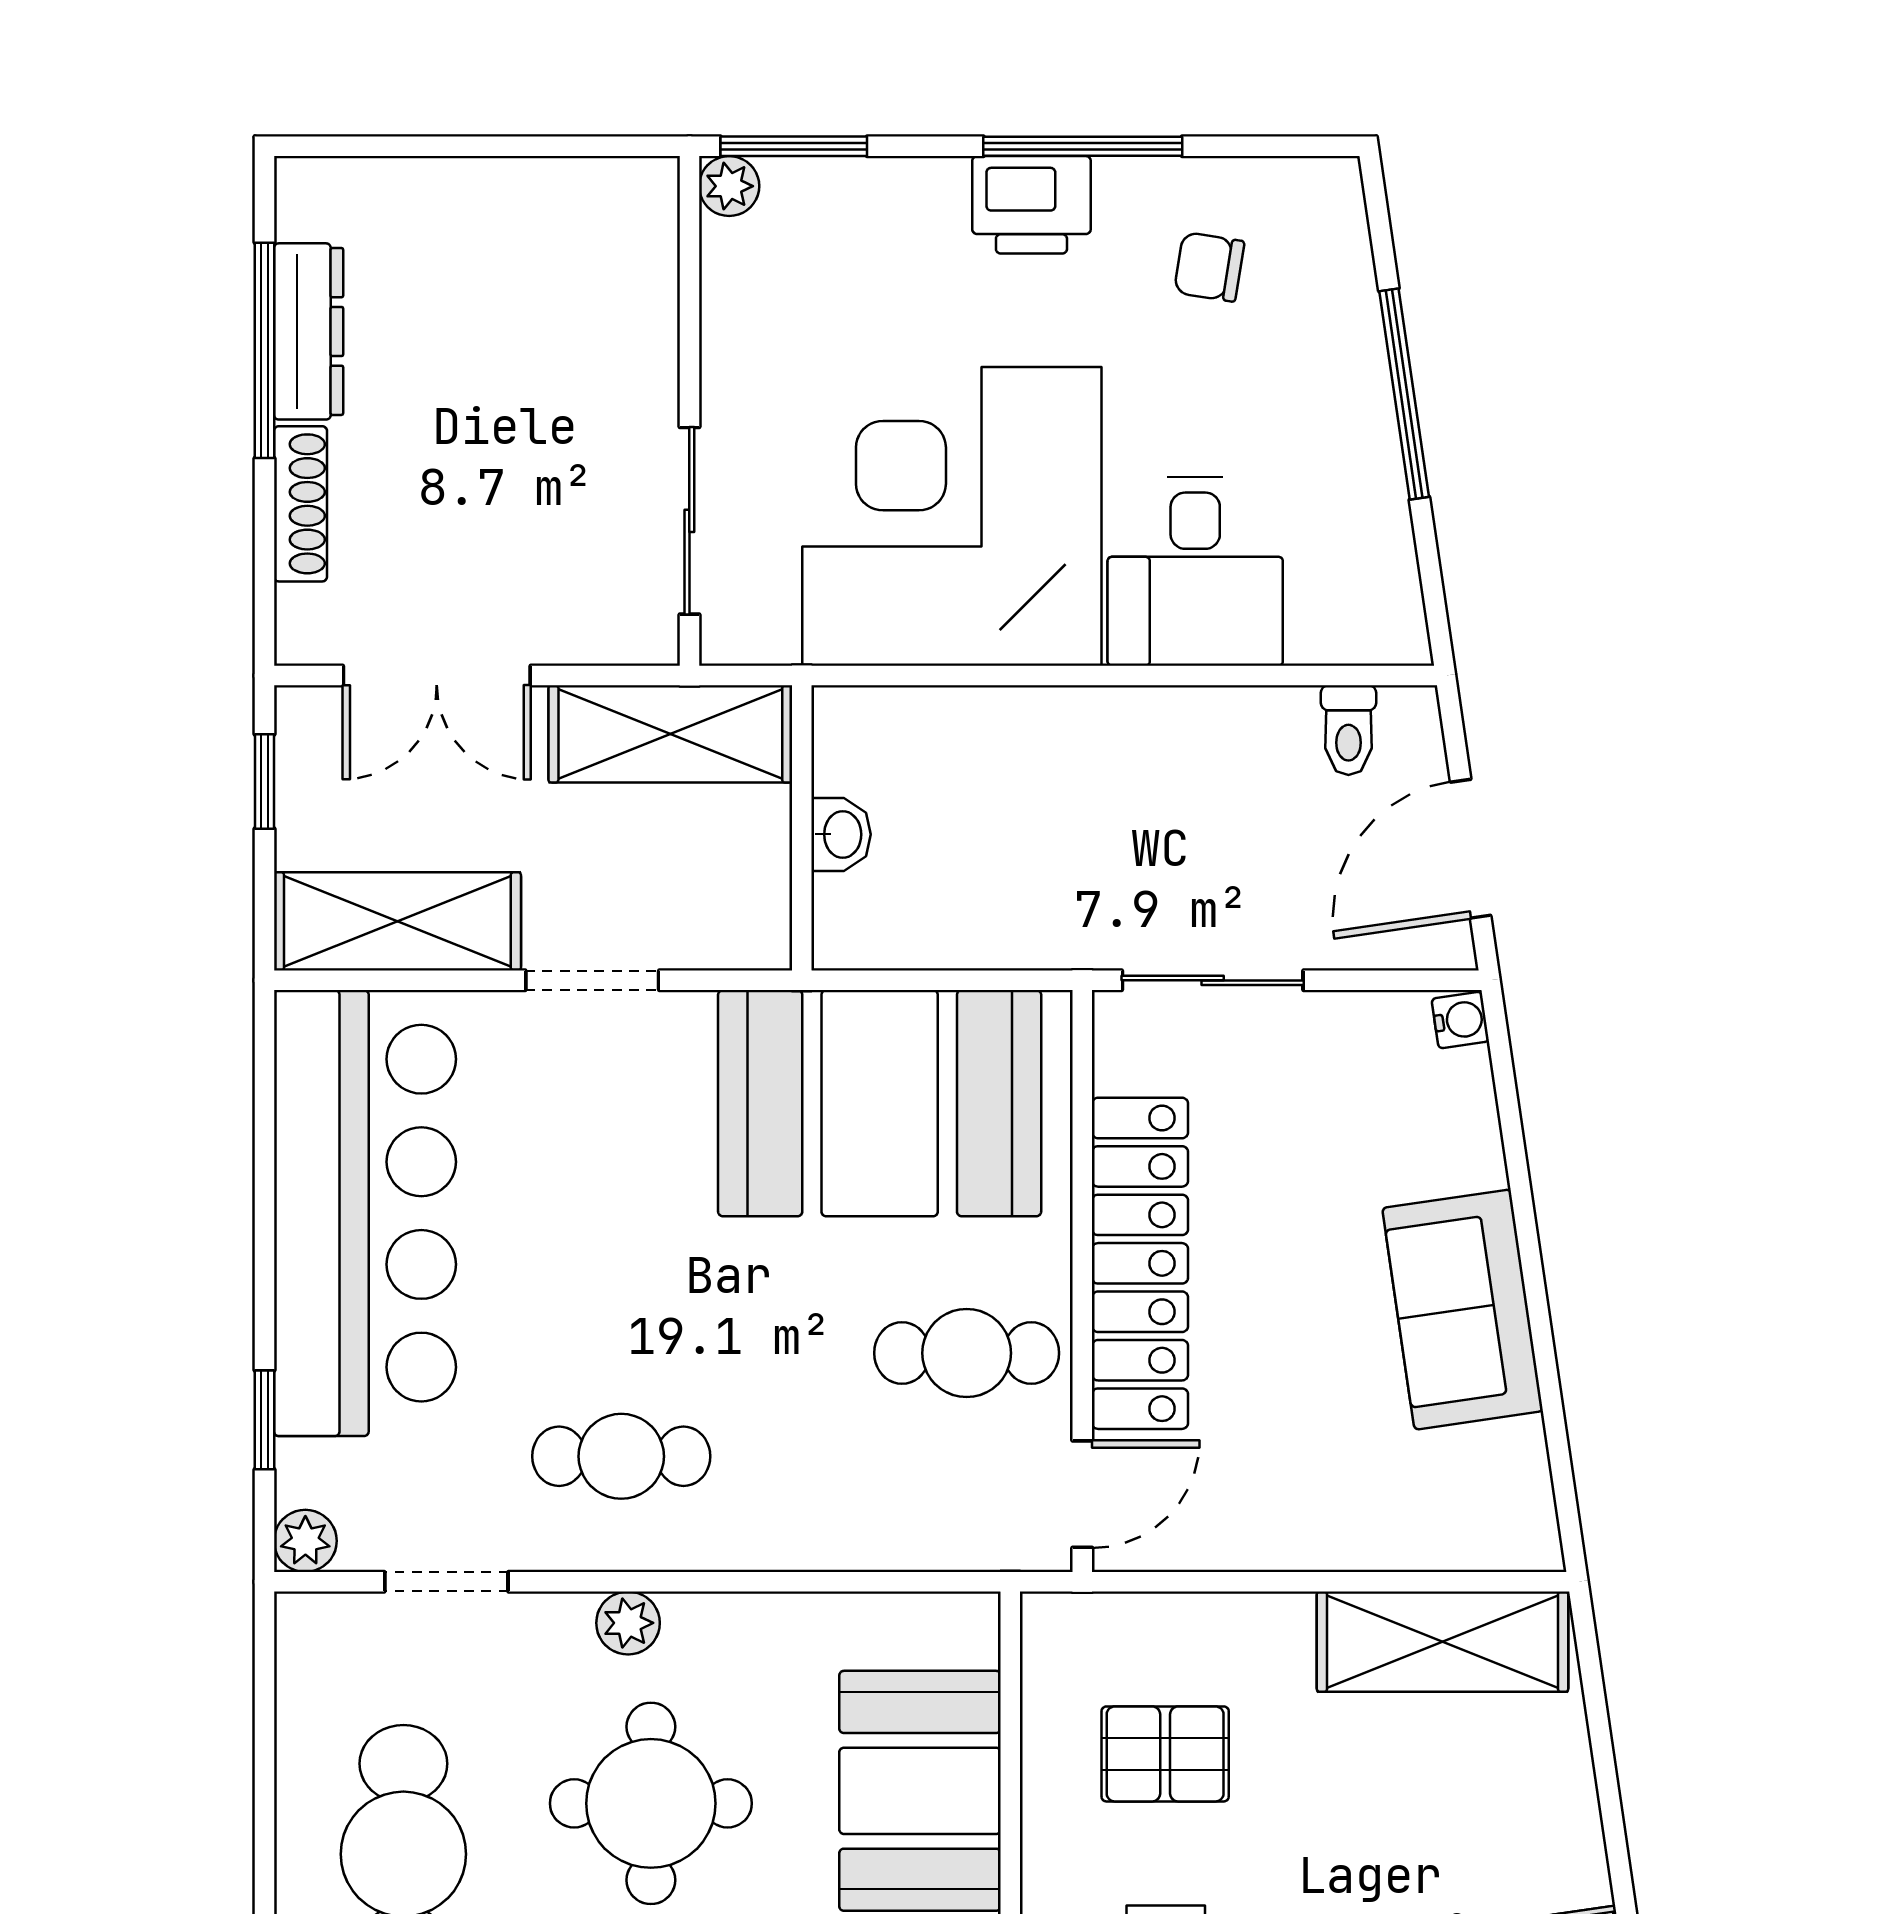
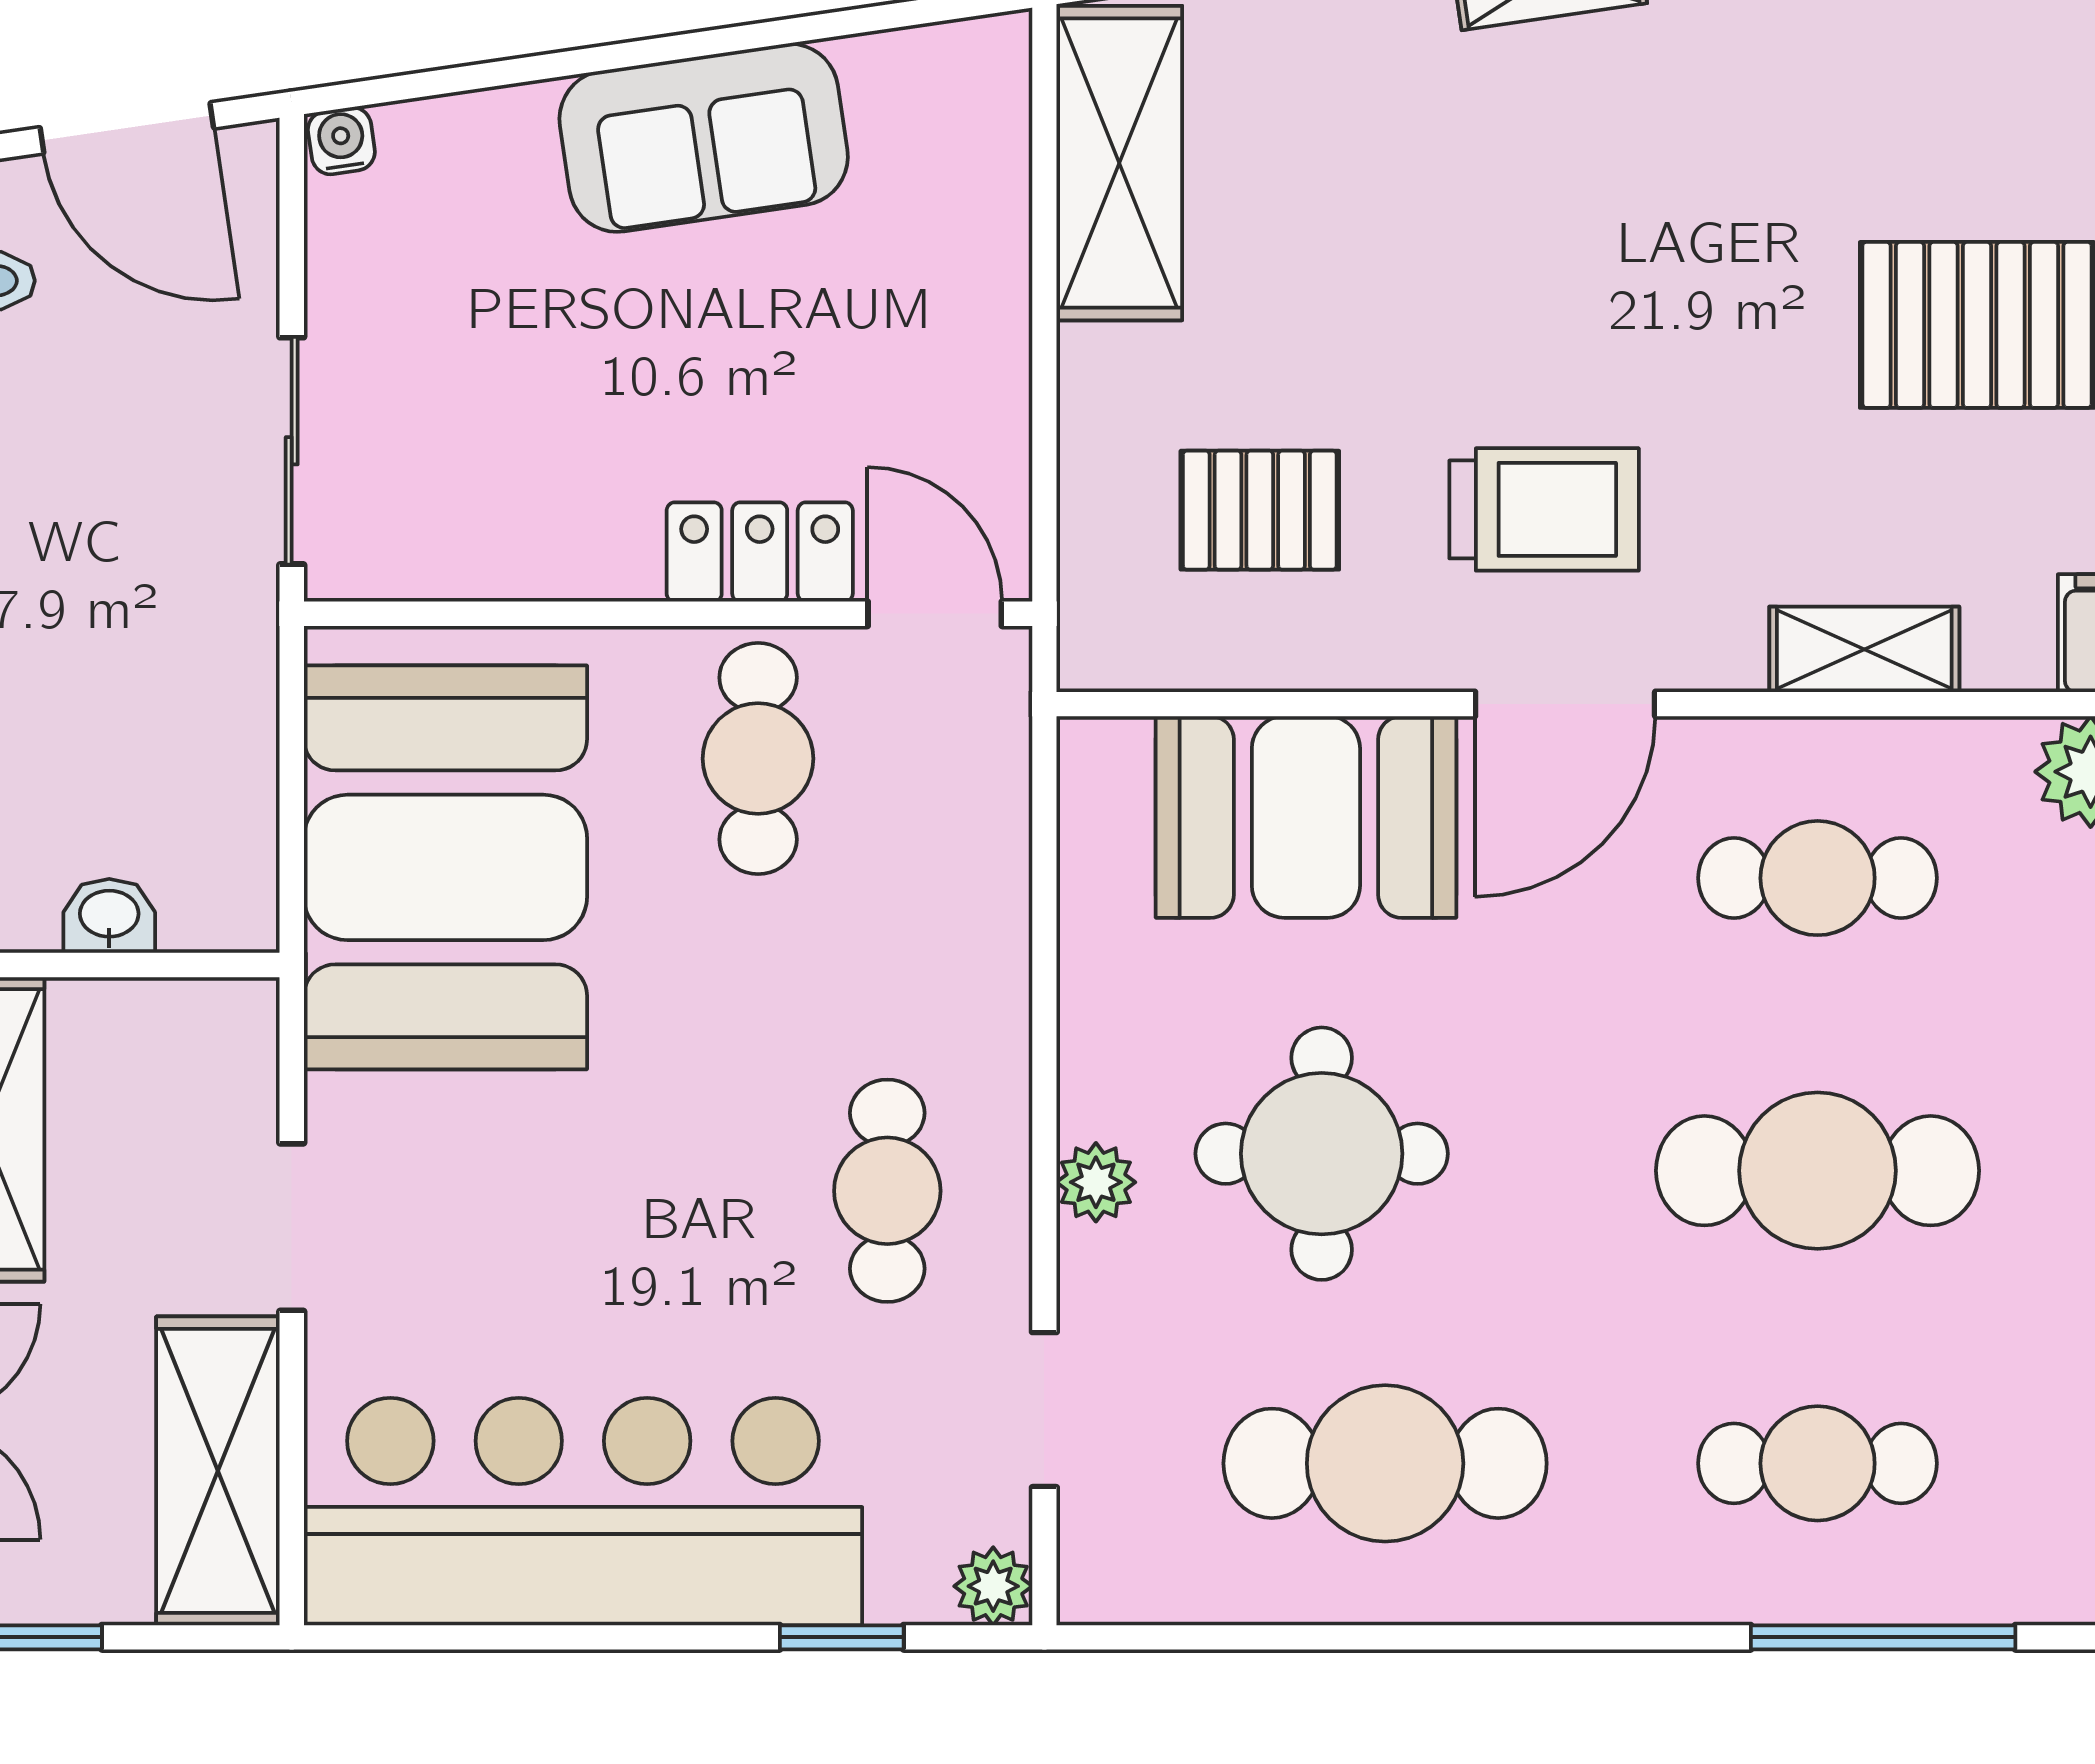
locker: (1140, 1263) -> (760, 552), width x0.46, depth x0.83
pallet: (1165, 1754) -> (1260, 510), turned 90

